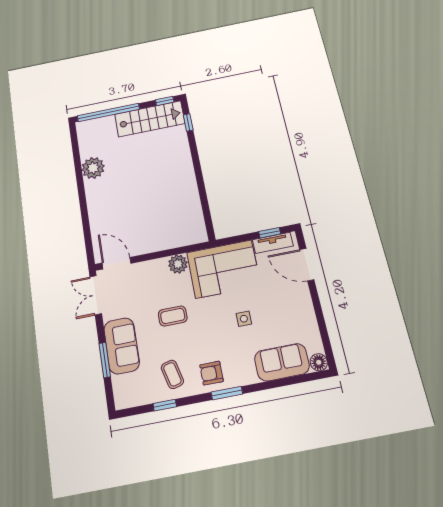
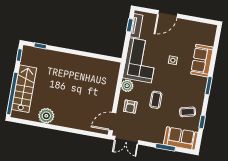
stairs: (150, 119) -> (24, 89), moved
door: (307, 265) -> (168, 14), moved
sofa: (122, 346) -> (181, 138), moved
sofa: (282, 362) -> (202, 61), moved
floor lamp: (319, 362) -> (212, 29), removed
armchair: (212, 373) -> (130, 107), moved

